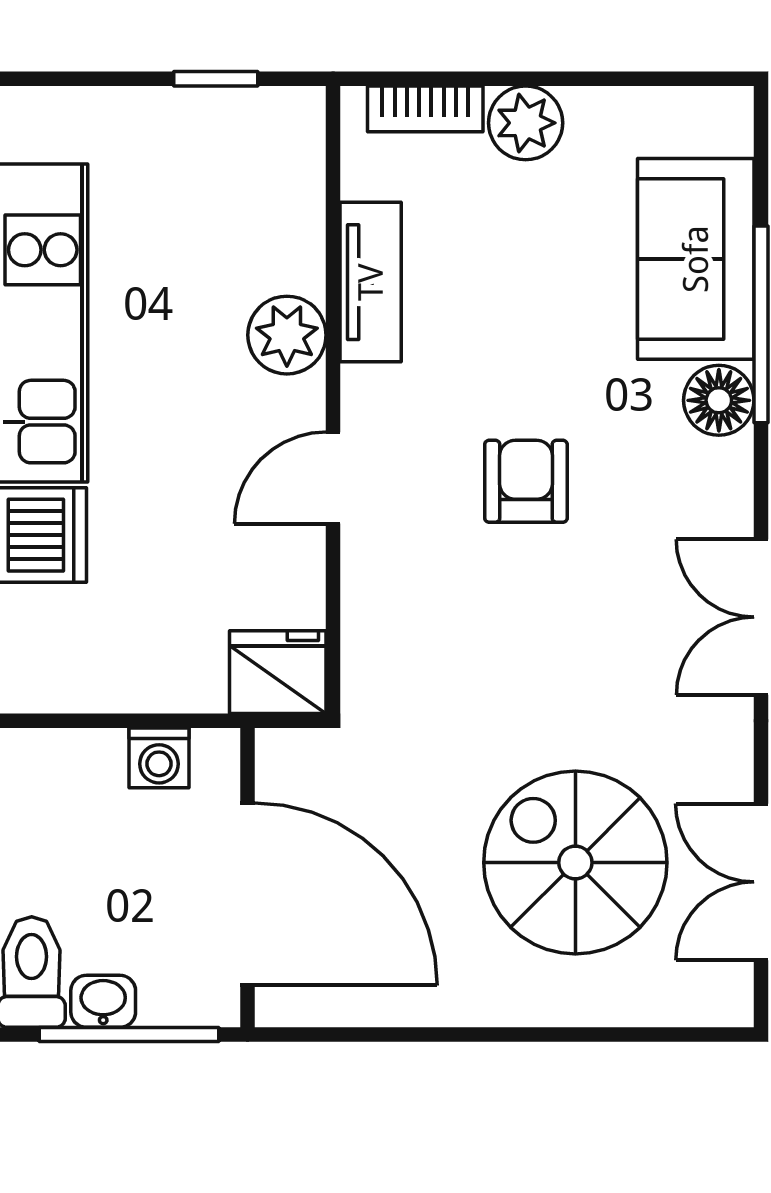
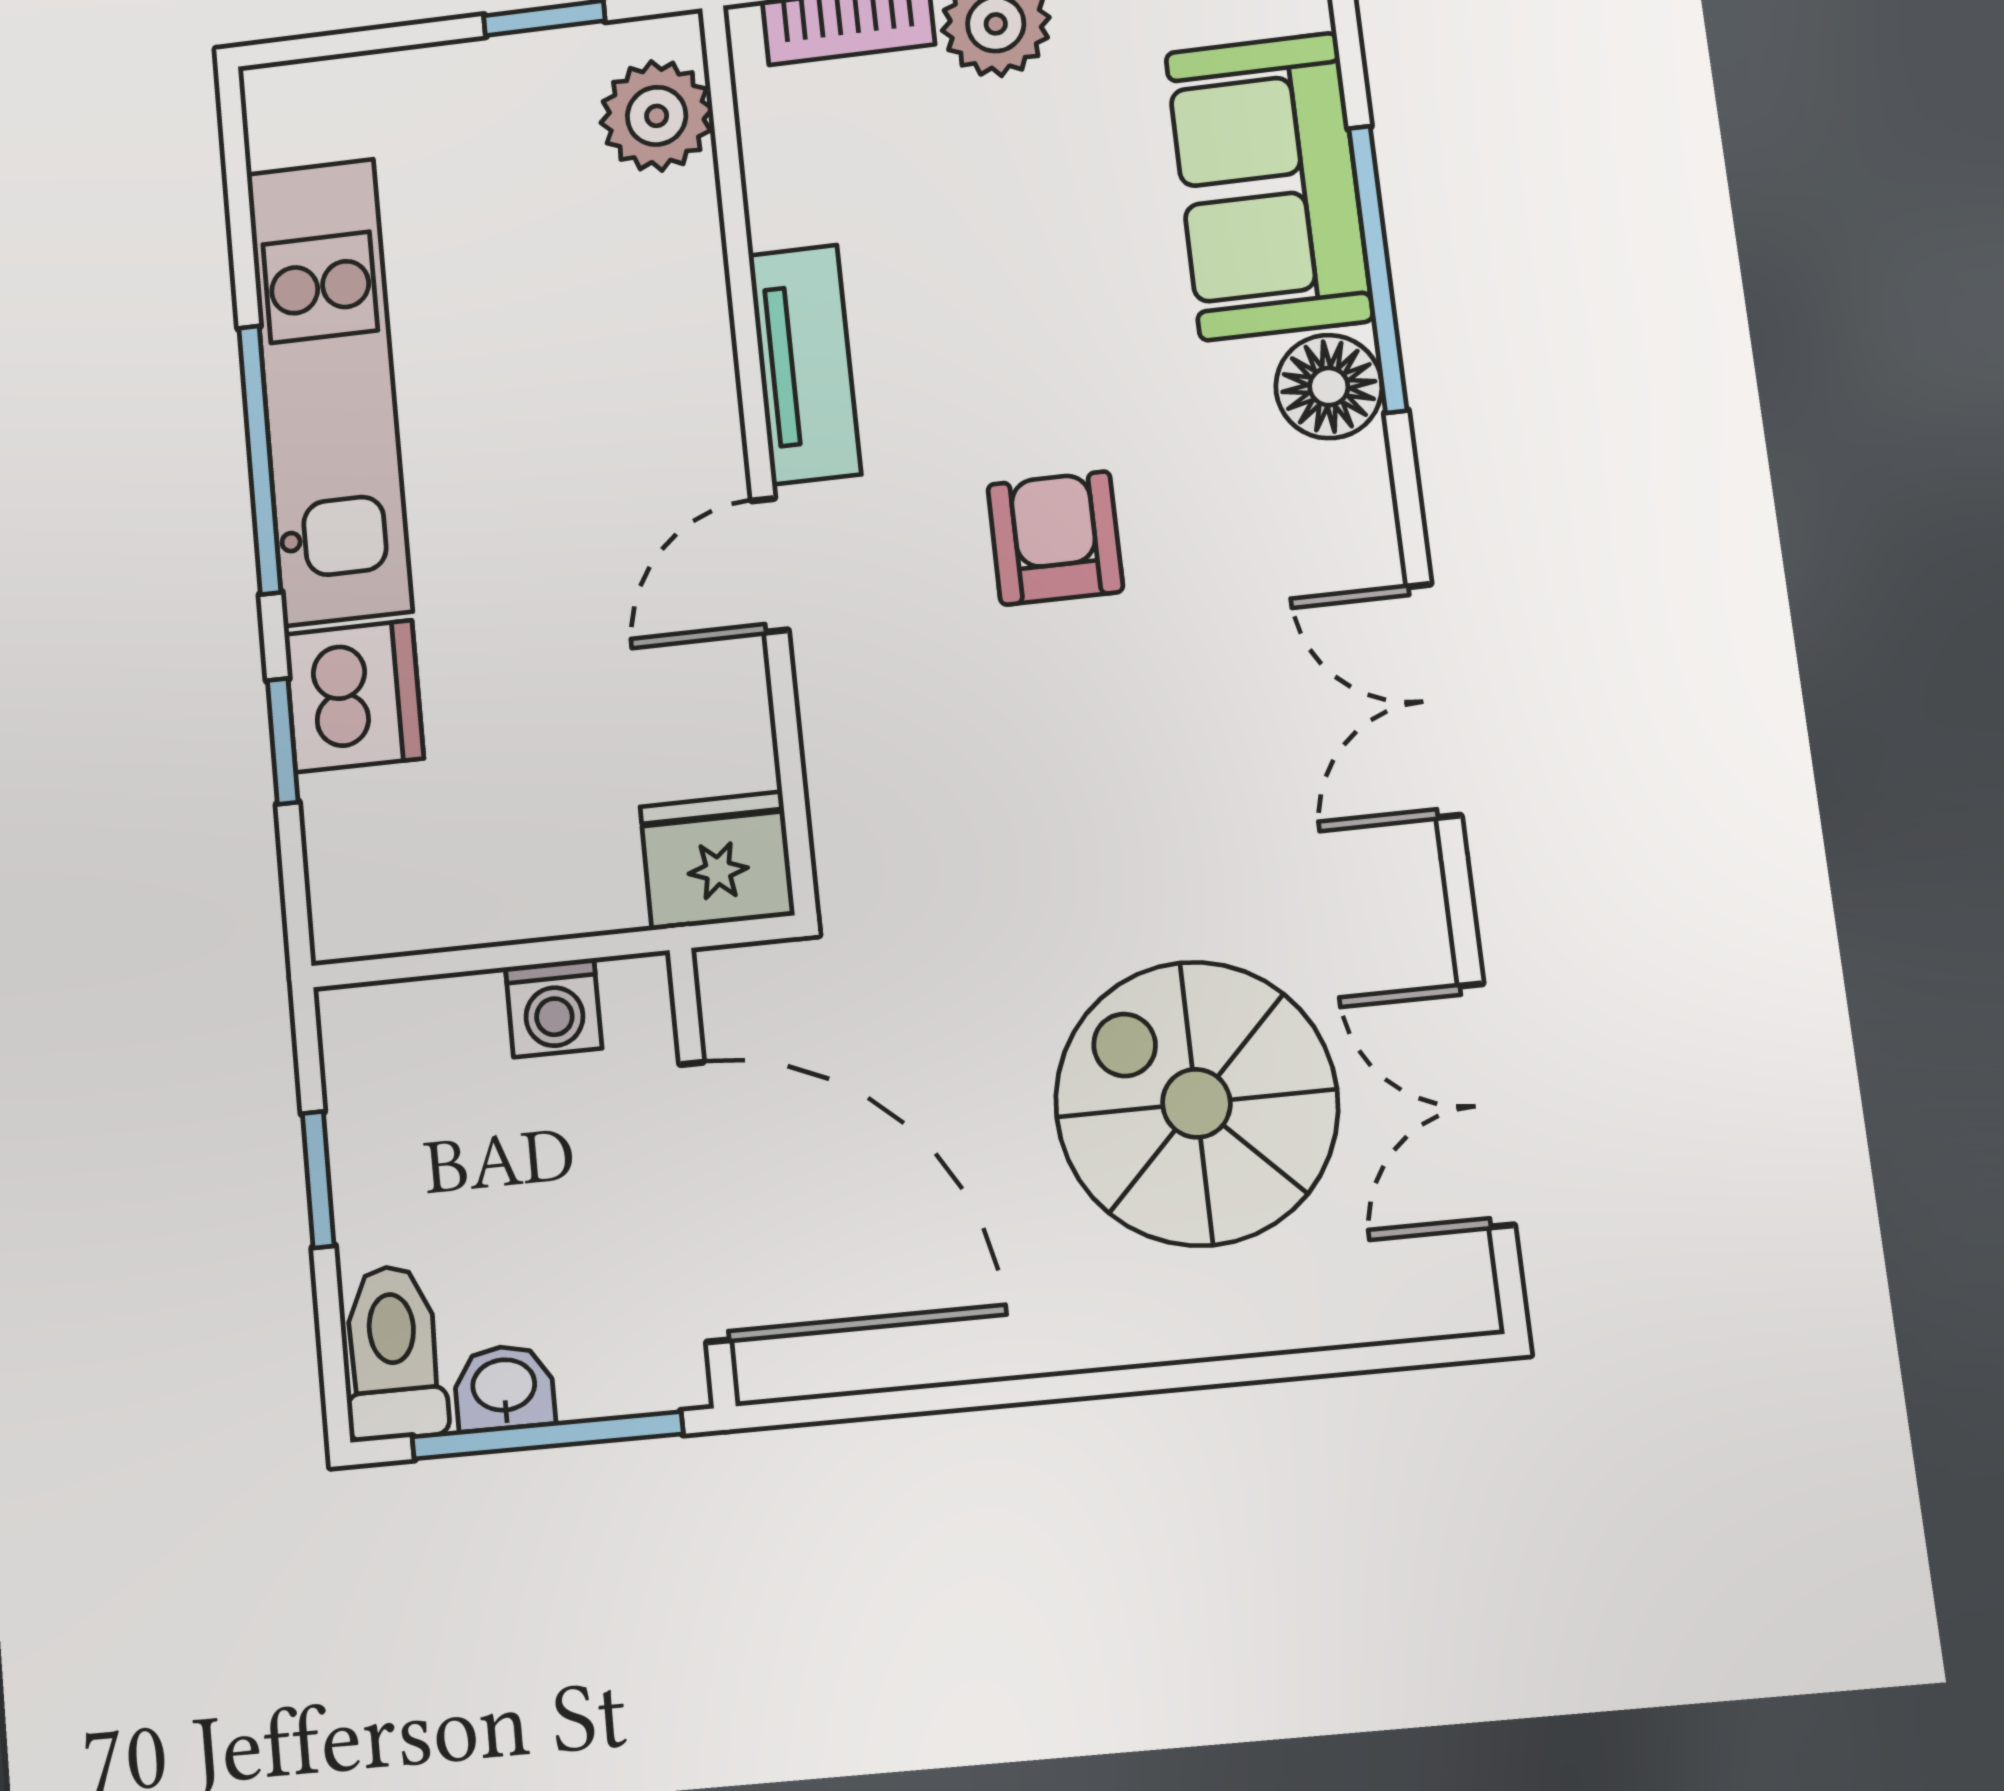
tv unit: (371, 282) -> (805, 364), moved
plant: (287, 335) -> (657, 116), moved

